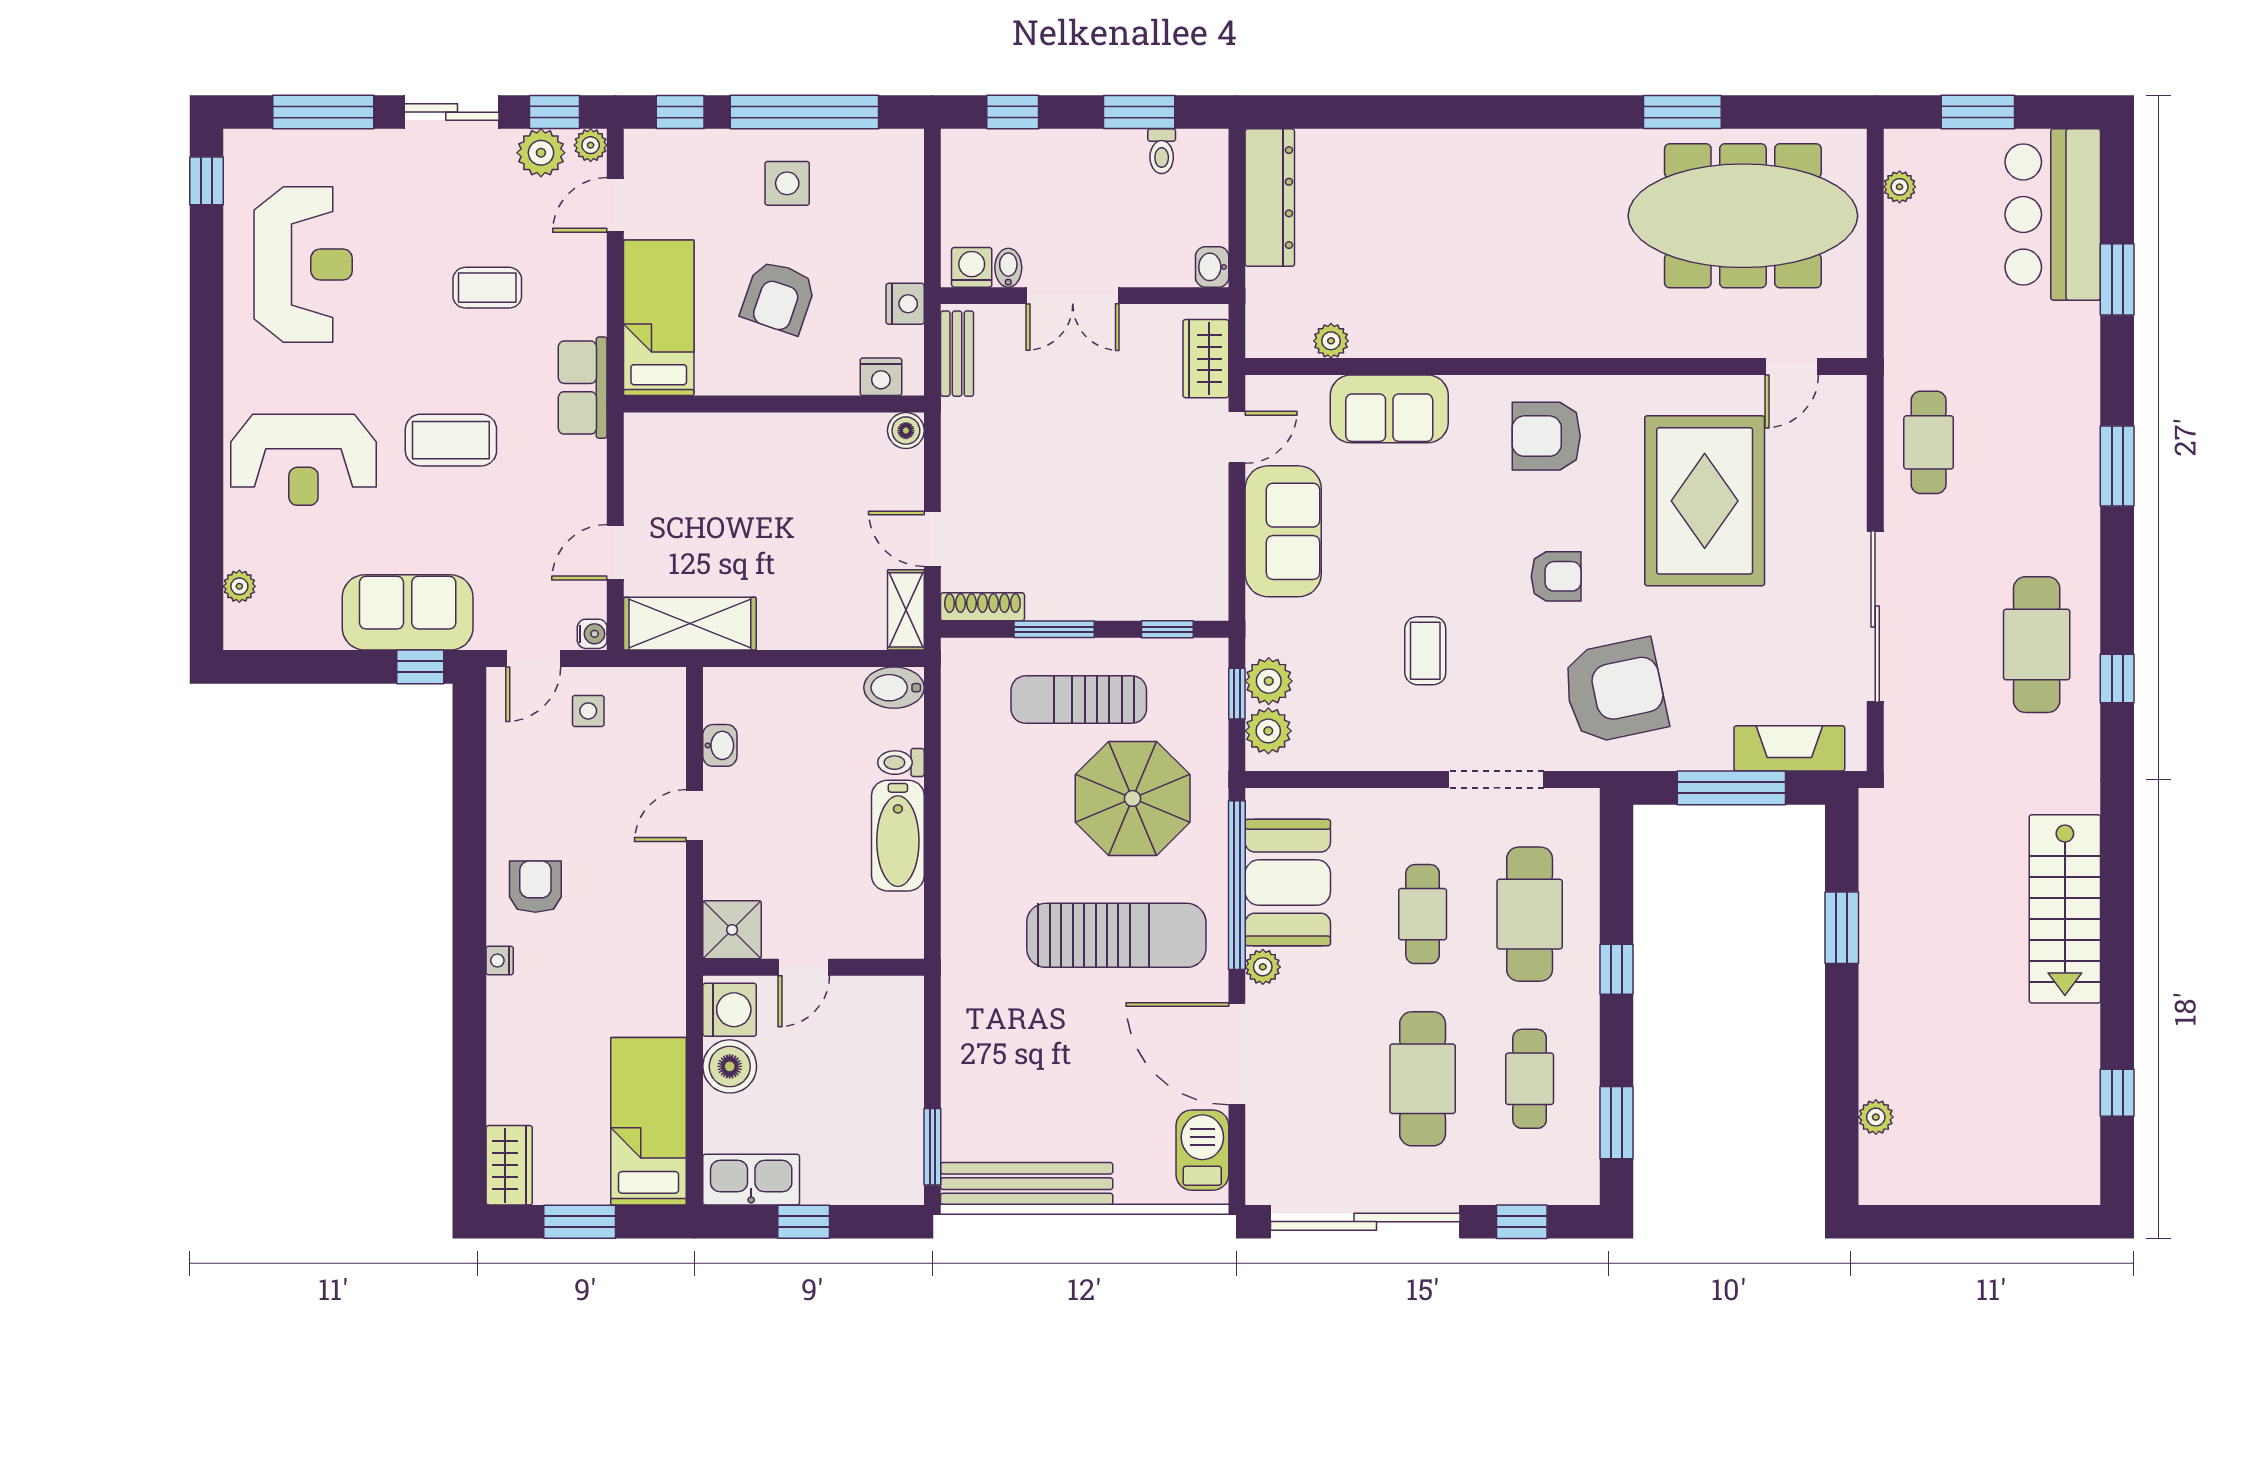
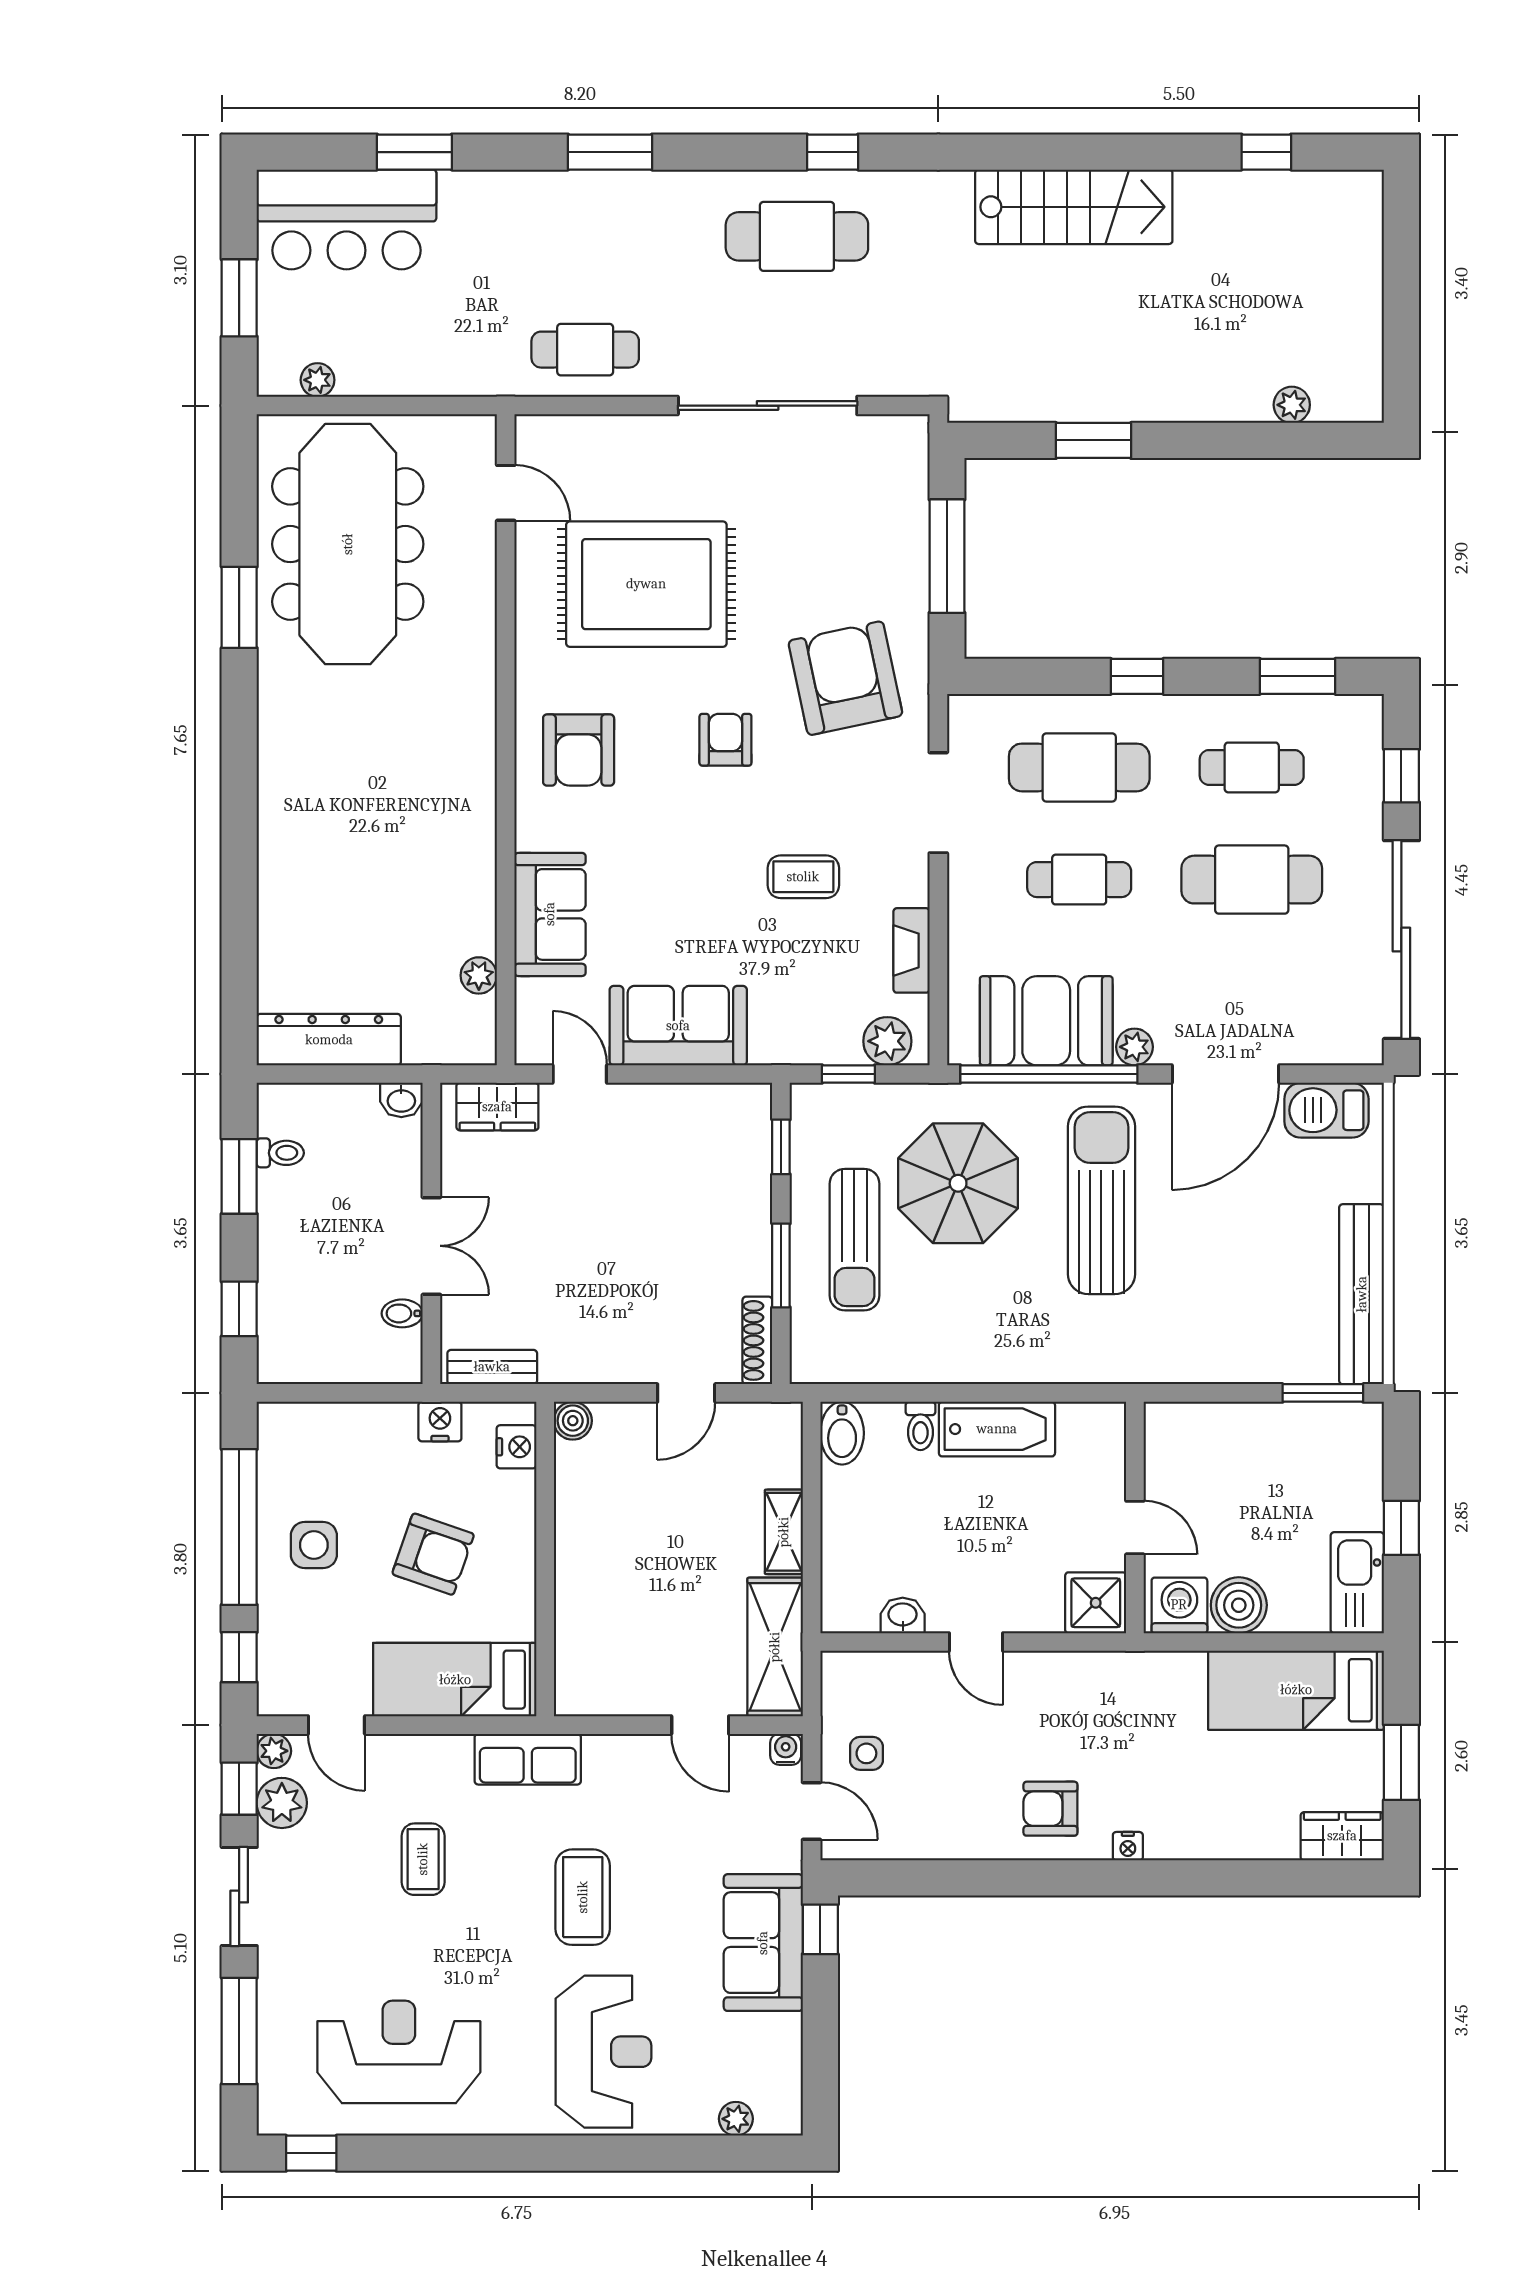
washing machine: (972, 267) -> (402, 1352), removed
shelving: (906, 610) -> (784, 1532), moved, turned 90
plant: (1269, 681) -> (835, 1041), removed
fireplace: (1789, 748) -> (911, 950), moved, width x0.73, depth x0.76

